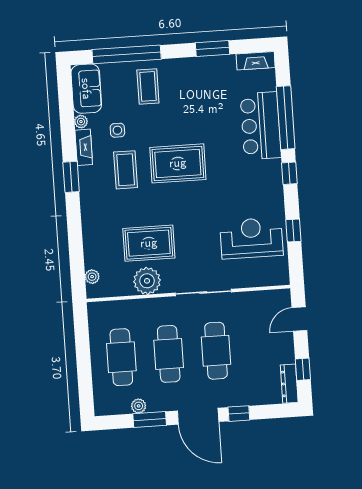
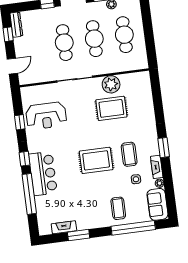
fireplace: (256, 61) -> (64, 227), moved
bar counter: (261, 126) -> (43, 174), moved
plant: (92, 277) -> (146, 85), removed

